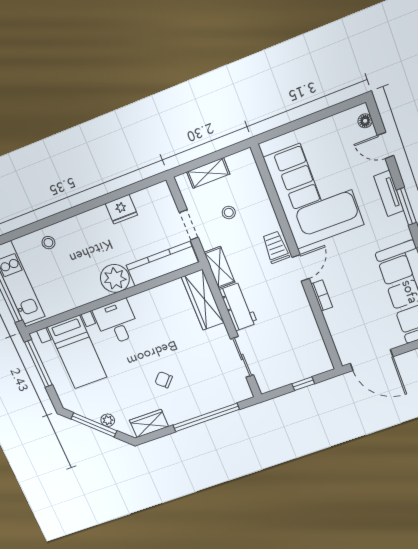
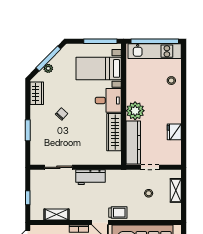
shelving: (219, 267) -> (57, 215), moved
wardrobe: (203, 300) -> (114, 132), moved, turned -90
window: (206, 417) -> (28, 130), width x0.47

